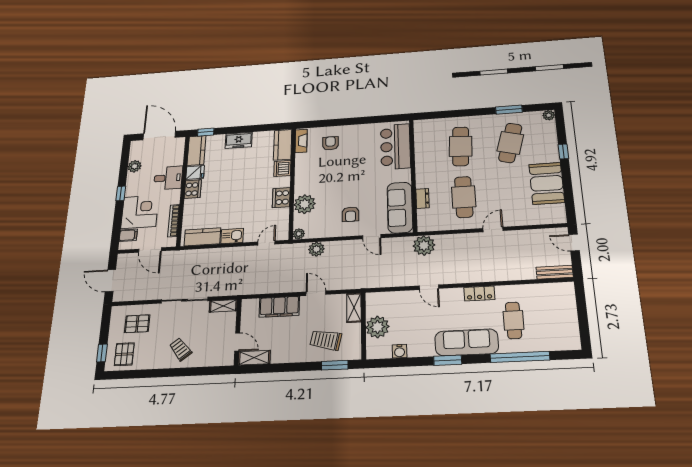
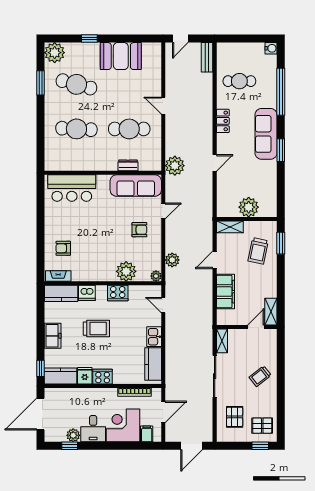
plant: (549, 115) -> (55, 53), width x1.88, depth x1.88
desk: (168, 178) -> (93, 429), moved, turned 180
trolley: (244, 180) -> (96, 329), added
window: (121, 193) -> (70, 446), moved
cafe table: (513, 320) -> (239, 81), moved
water cooler: (399, 351) -> (271, 48), moved

